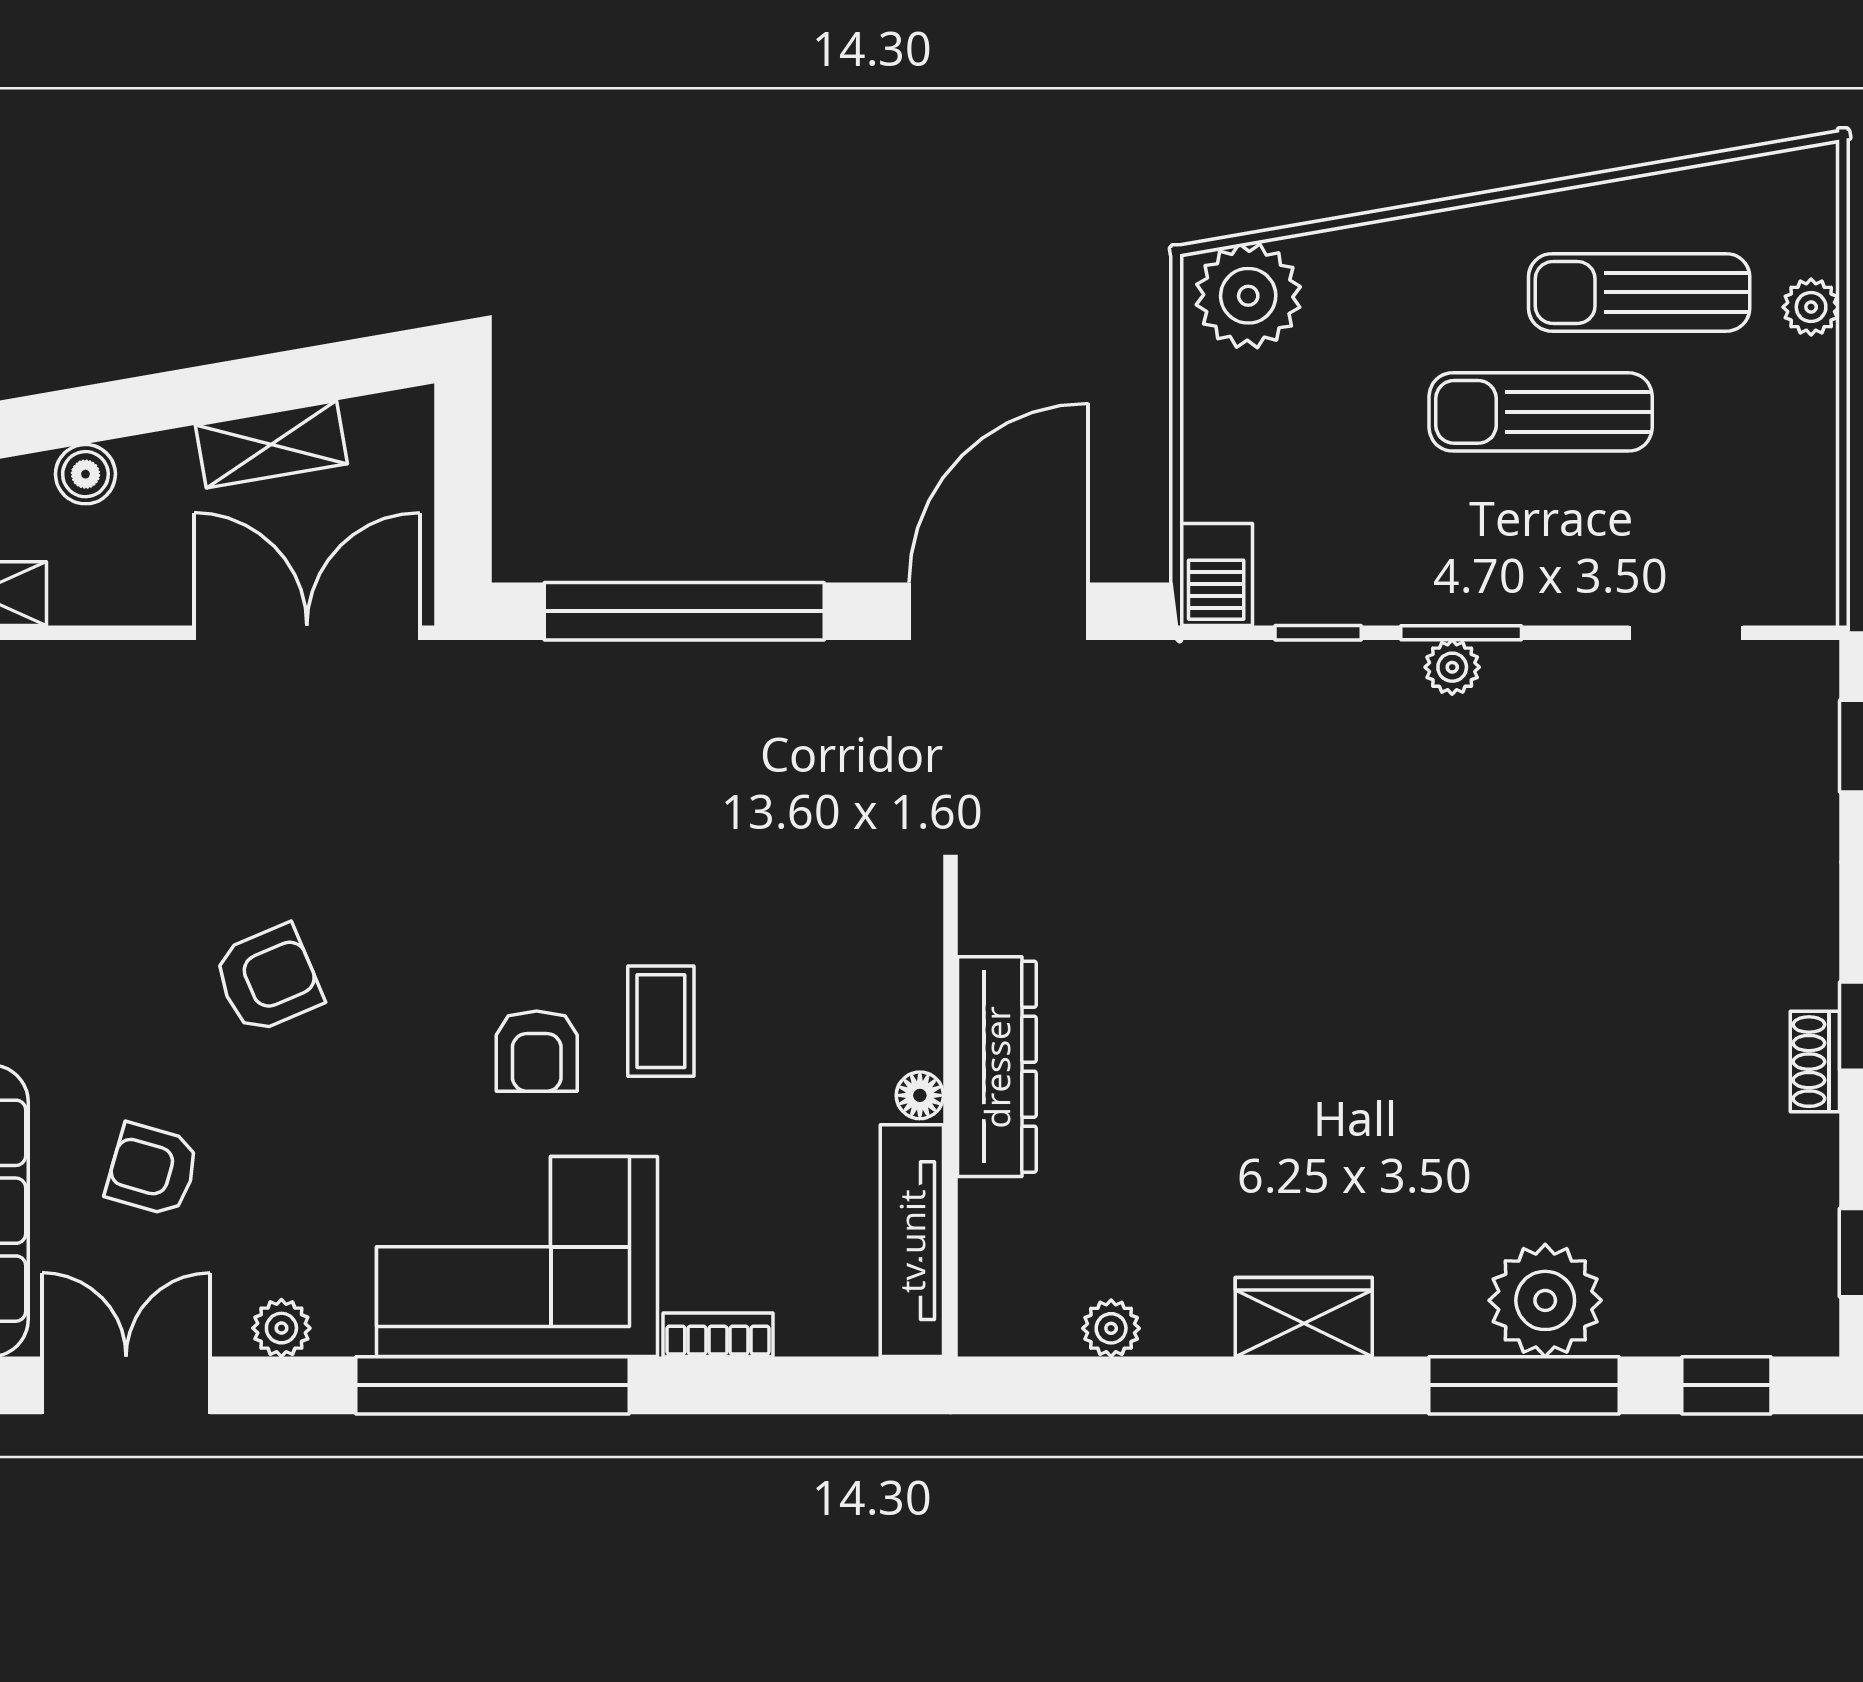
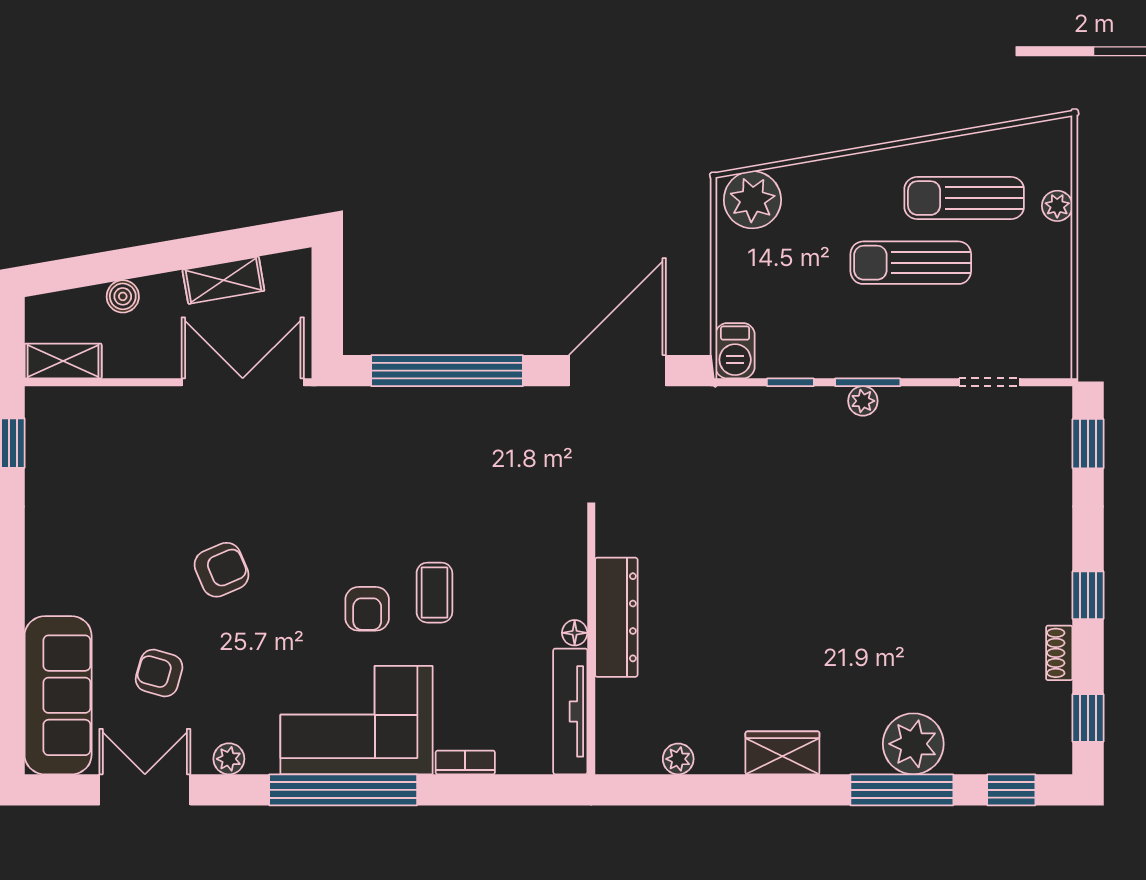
shoe rack: (1815, 1062) -> (1059, 653), moved

